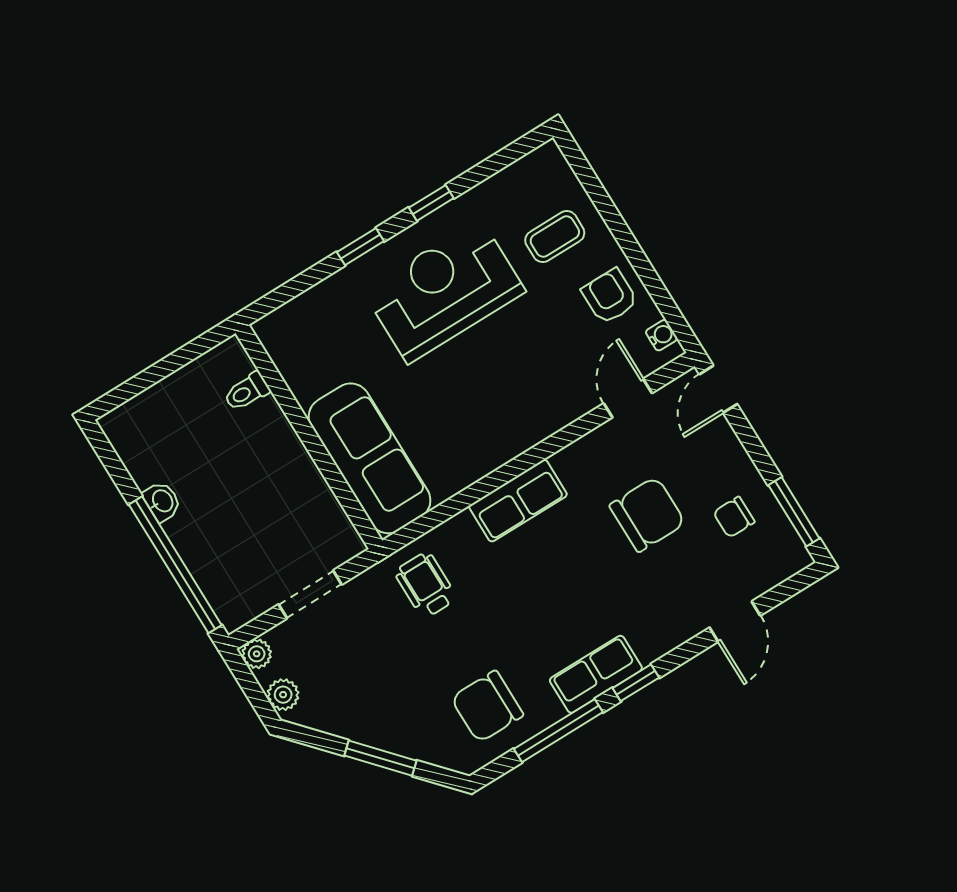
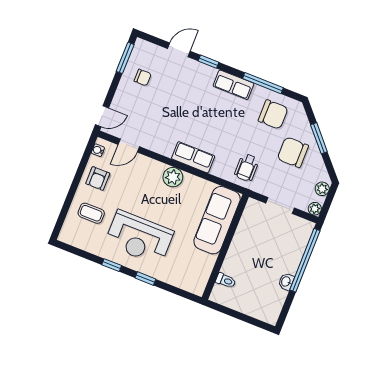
plant: (509, 436) -> (173, 177), added
chair: (647, 514) -> (293, 152), moved
window: (636, 683) -> (209, 62), moved

